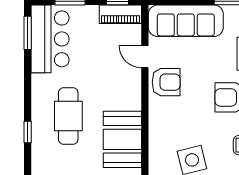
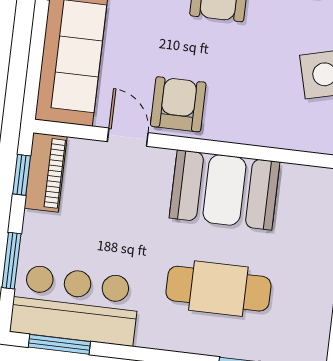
door: (145, 57) -> (128, 137), swing flipped
booth: (122, 139) -> (224, 190), moved

